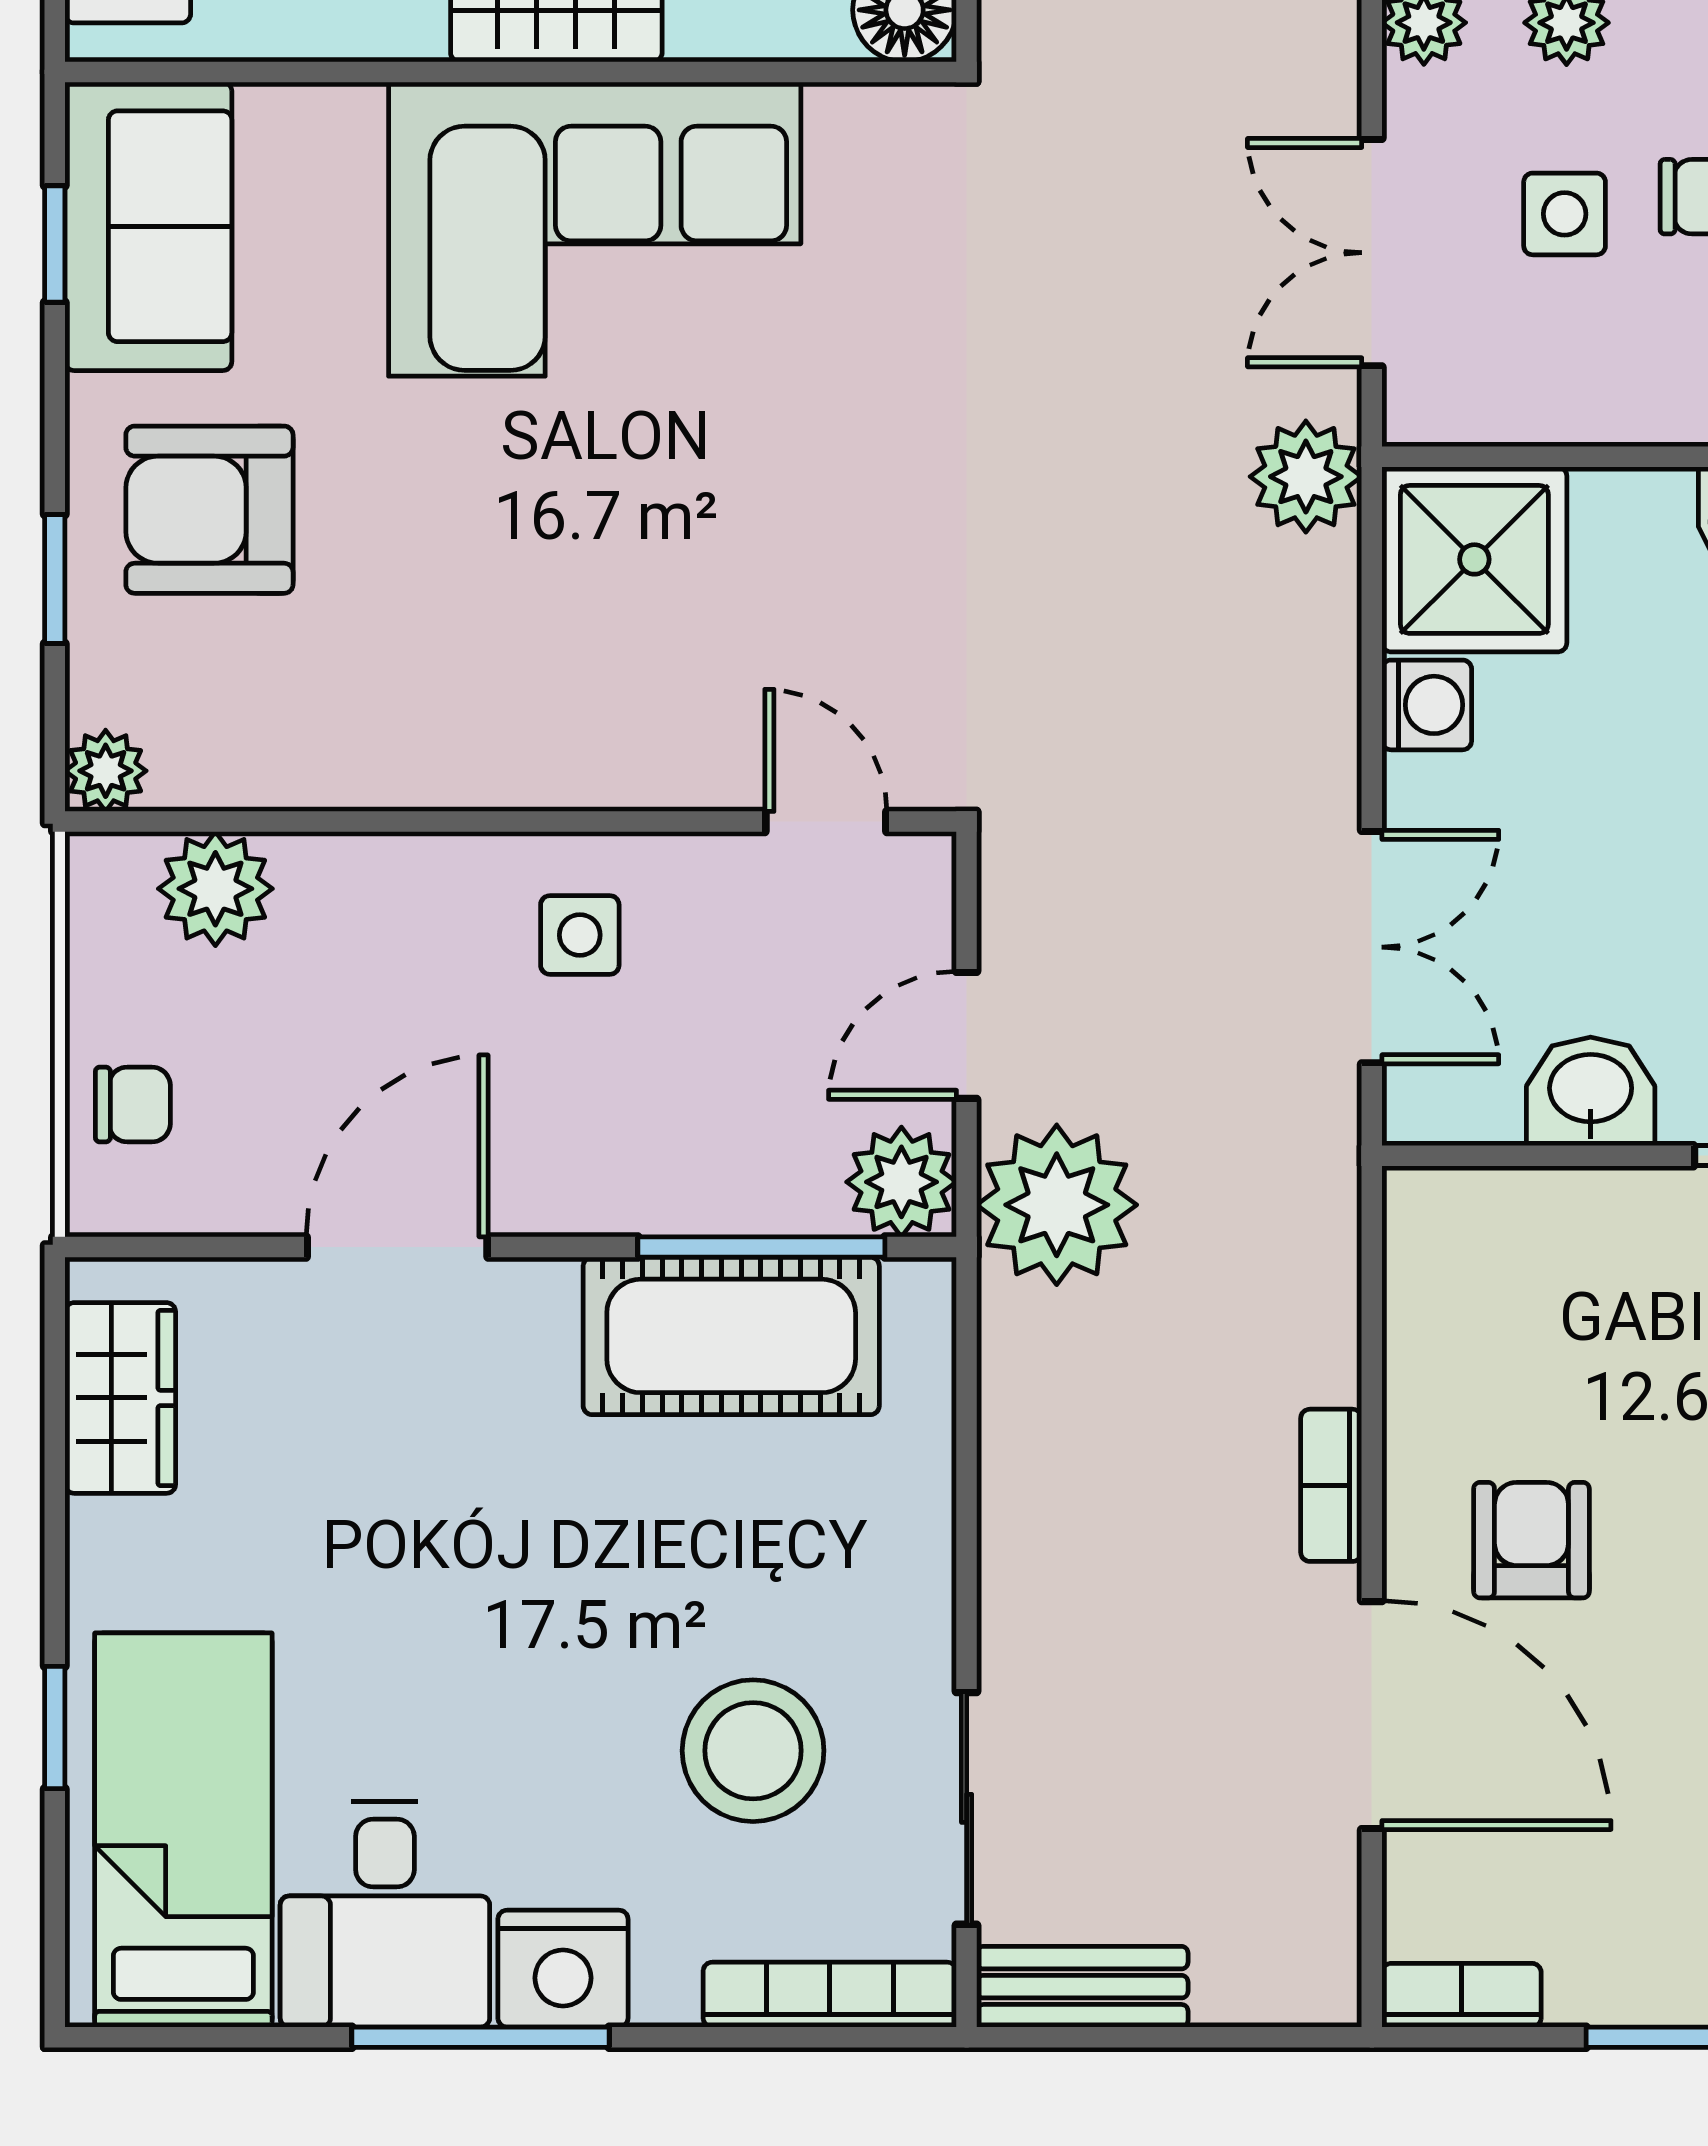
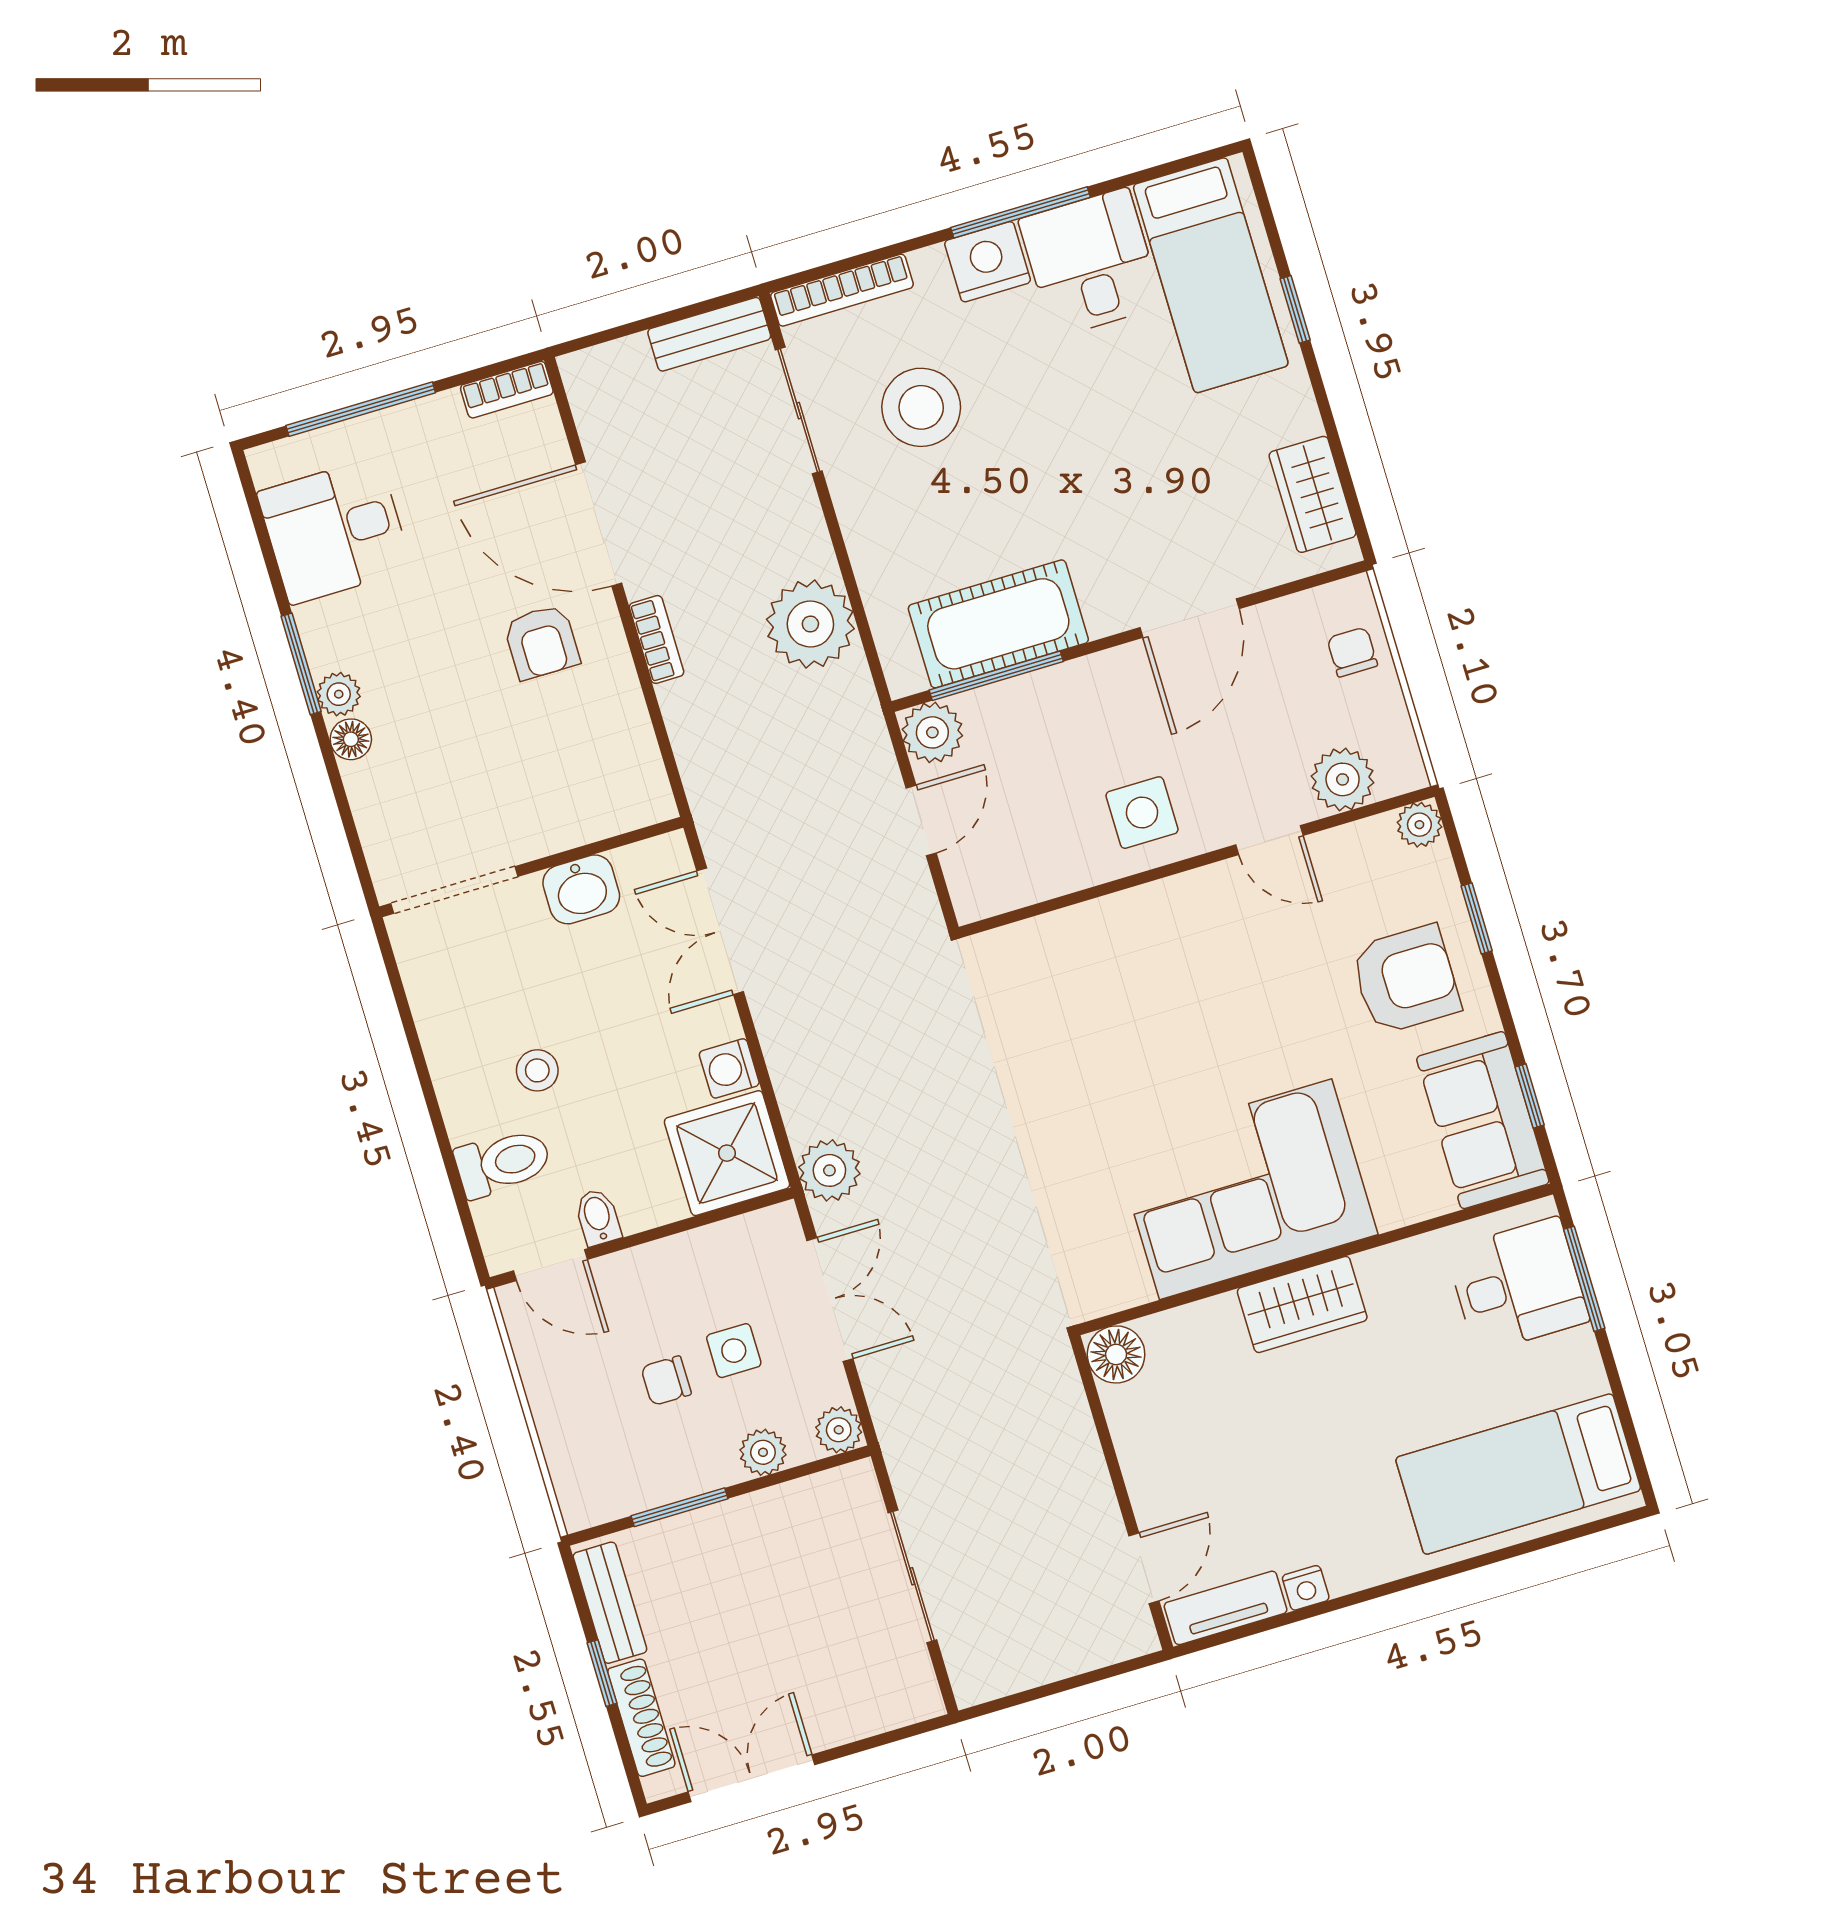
door: (826, 822) -> (1269, 840), moved
side table: (580, 935) -> (1142, 813), width x1.37, depth x1.37
chair: (133, 1105) -> (1352, 652), turned 90
plant: (1057, 1205) -> (810, 624), moved

